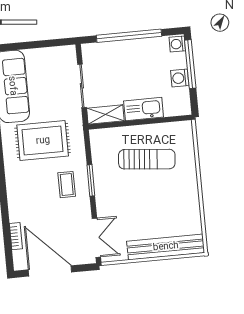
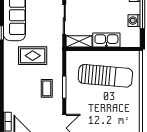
rug: (43, 141) -> (33, 56), width x0.73, depth x0.70
sun lounger: (147, 159) -> (105, 76), width x1.36, depth x1.34

